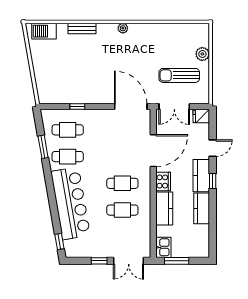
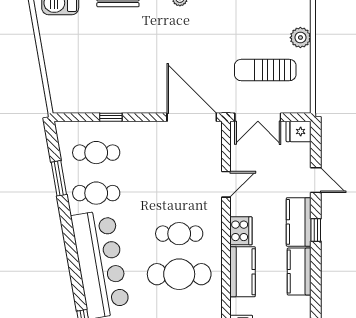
door: (213, 148) -> (316, 180), hinge flipped
door: (153, 151) -> (226, 184), width x0.53
cafe table: (122, 210) -> (179, 274), width x1.37, depth x1.35

